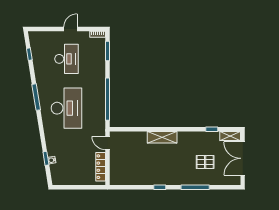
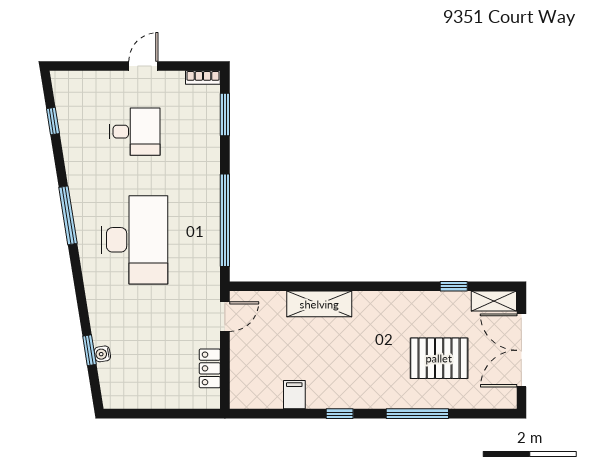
desk: (66, 59) -> (135, 132), width x0.73
shelving: (162, 137) -> (319, 304), moved
door: (108, 143) -> (225, 317), swing flipped
pallet: (205, 162) -> (439, 358), width x1.50, depth x1.42
locker: (101, 167) -> (210, 368), width x0.66
filing cabinet: (139, 179) -> (294, 395), added

